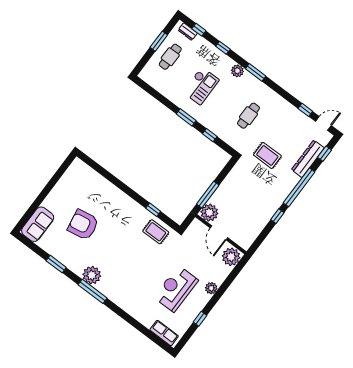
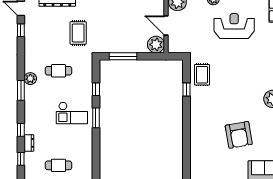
dresser: (188, 32) -> (29, 143), moved
plant: (237, 71) -> (30, 79), moved
checkout: (201, 86) -> (72, 113), moved, turned 180
window: (208, 195) -> (123, 56), moved
door: (219, 233) -> (166, 25), swing flipped
reception desk: (176, 289) -> (234, 26), turned 180

